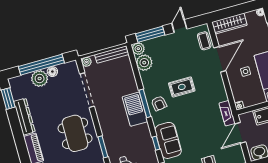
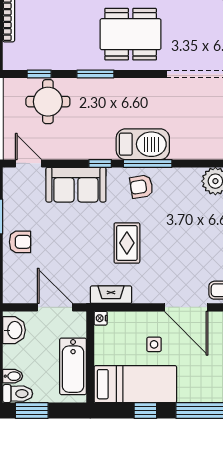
rug: (182, 87) -> (127, 243), moved
fireplace: (227, 113) -> (111, 295), moved
window: (156, 143) -> (100, 163), moved

